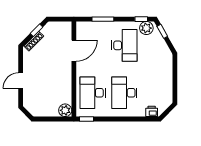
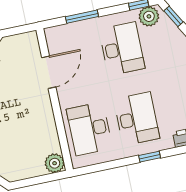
desk: (124, 93) -> (137, 119), turned 180
window: (86, 119) -> (150, 157), moved

